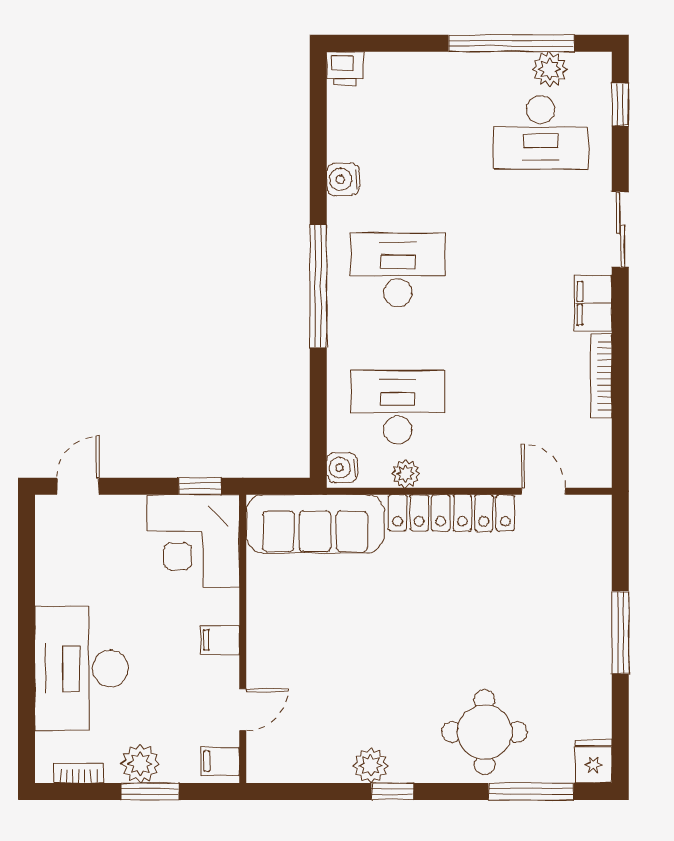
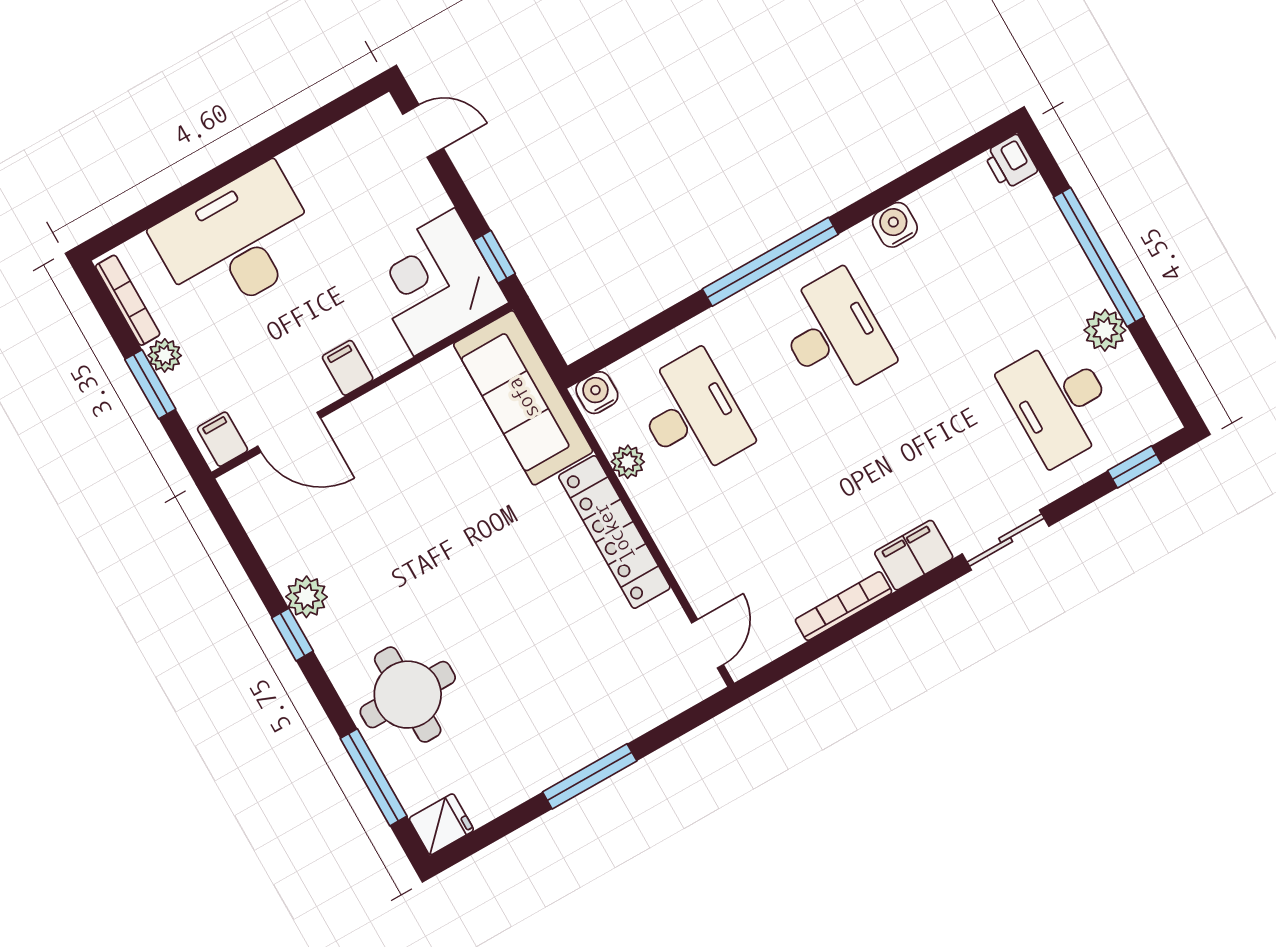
window: (511, 43) -> (1099, 257), moved
plant: (550, 69) -> (1105, 330), moved
door: (543, 491) -> (707, 644), moved
door: (243, 710) -> (289, 432), width x1.38
plant: (140, 764) -> (165, 355), width x0.73, depth x0.73
bookcase: (79, 773) -> (128, 300), width x1.56

